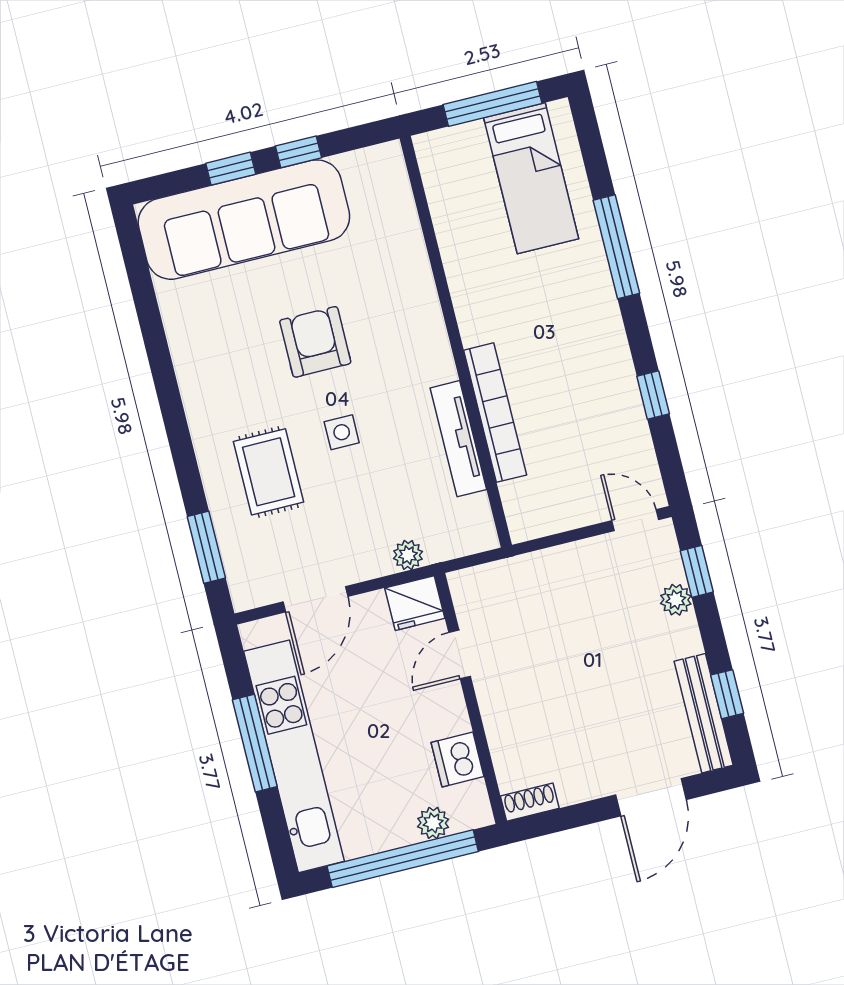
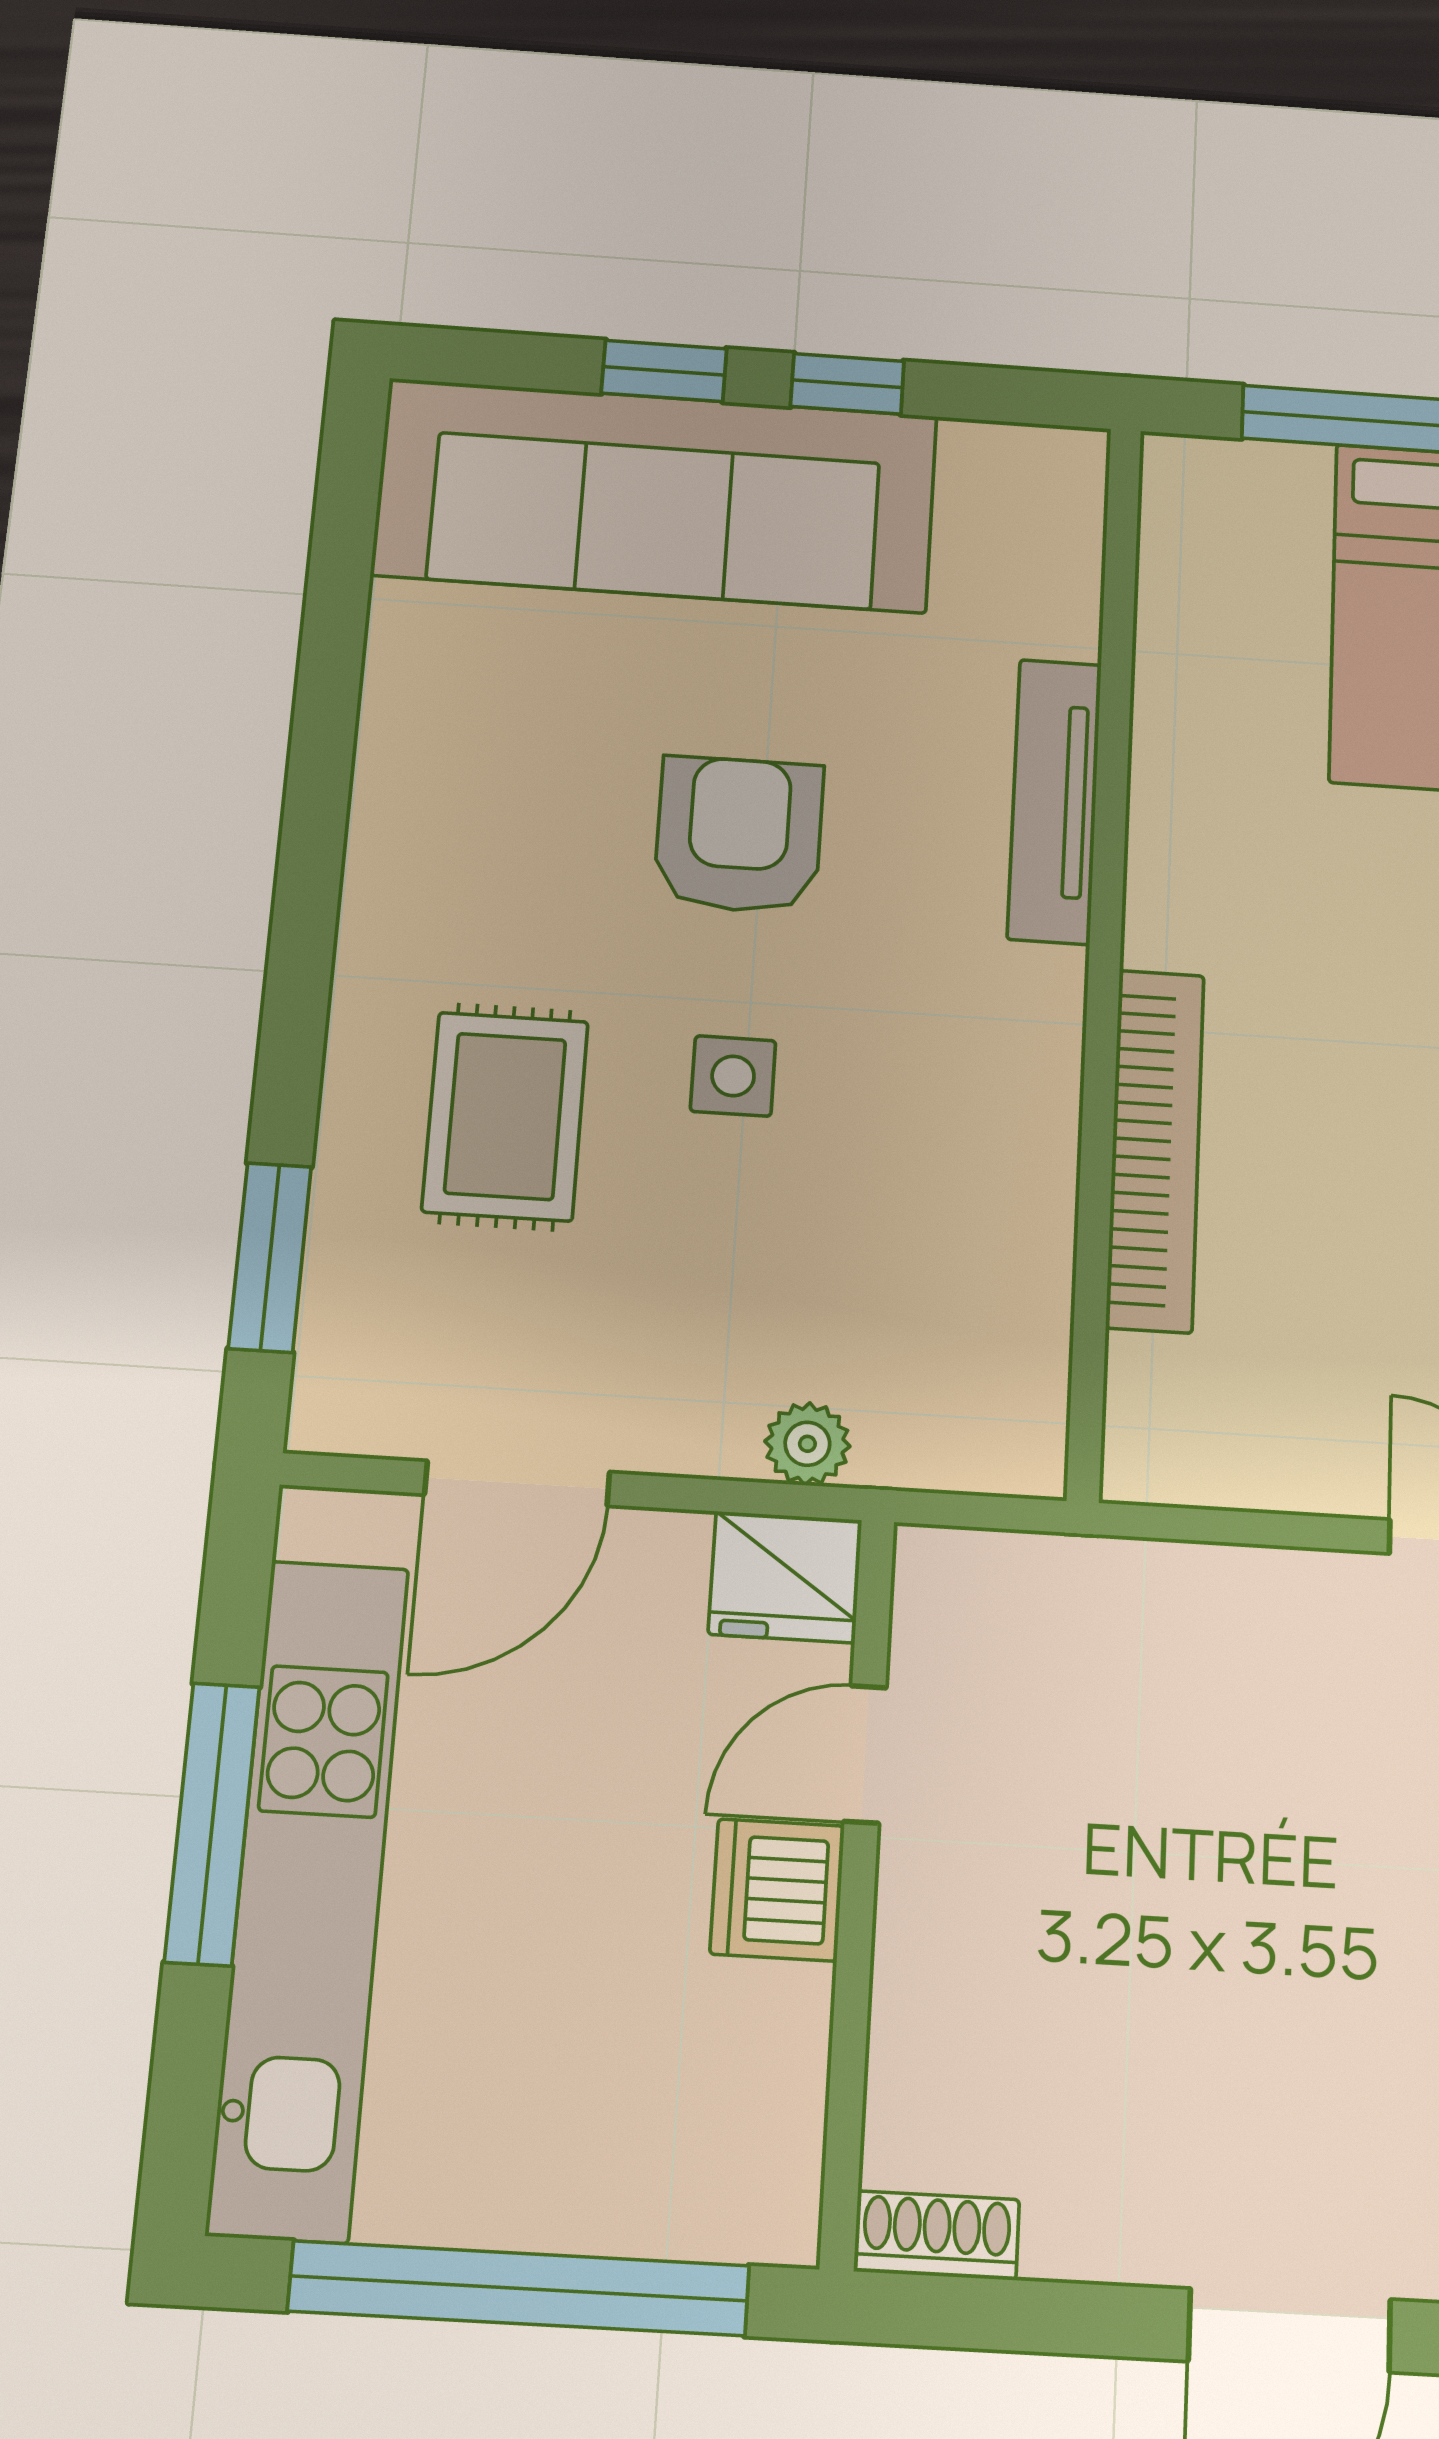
tv unit: (458, 439) -> (1055, 801), moved
dishwasher: (458, 760) -> (777, 1890), moved
plant: (433, 823) -> (640, 2210), removed

